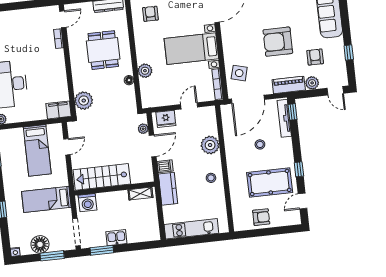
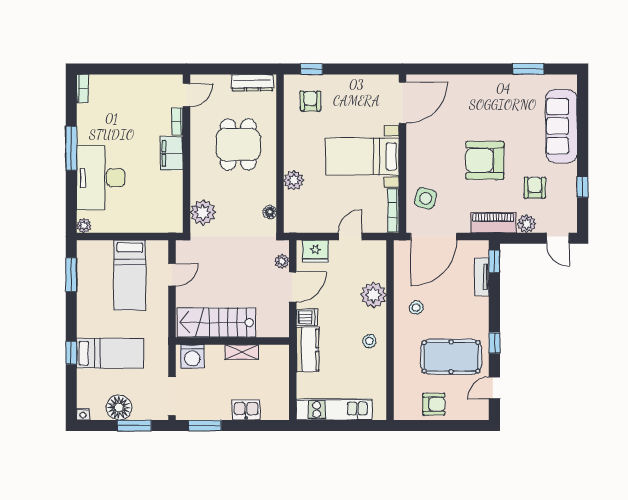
floor lamp: (129, 80) -> (270, 212), moved
filing cabinet: (59, 110) -> (172, 153), moved, turned -90
tv unit: (284, 118) -> (482, 277), width x0.71
stool: (260, 144) -> (416, 308), moved
shelving: (140, 194) -> (241, 352), moved
bed: (46, 199) -> (110, 353), moved, turned 180
kitchen sink: (116, 238) -> (246, 410), moved

